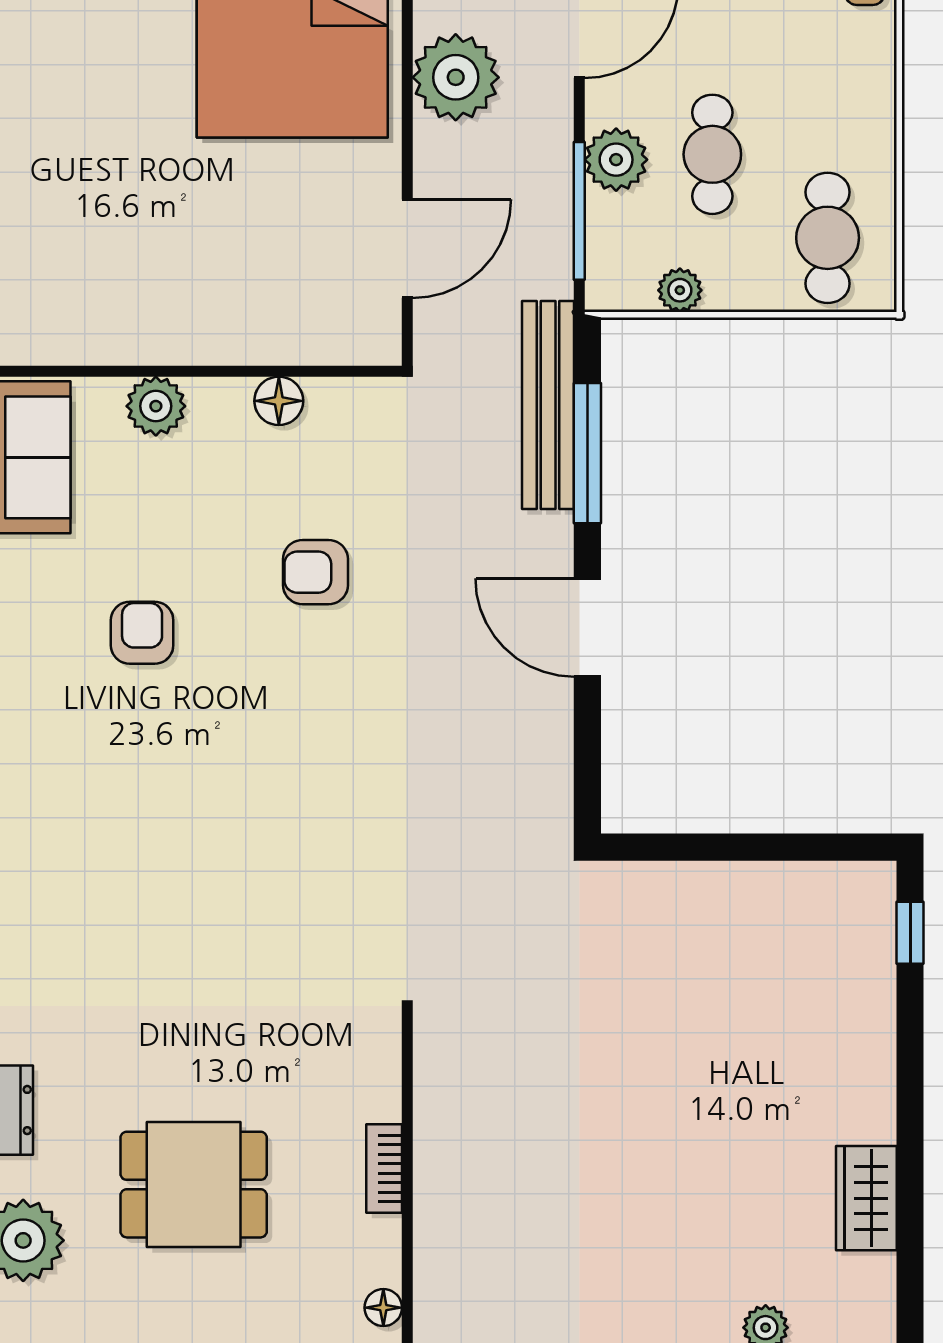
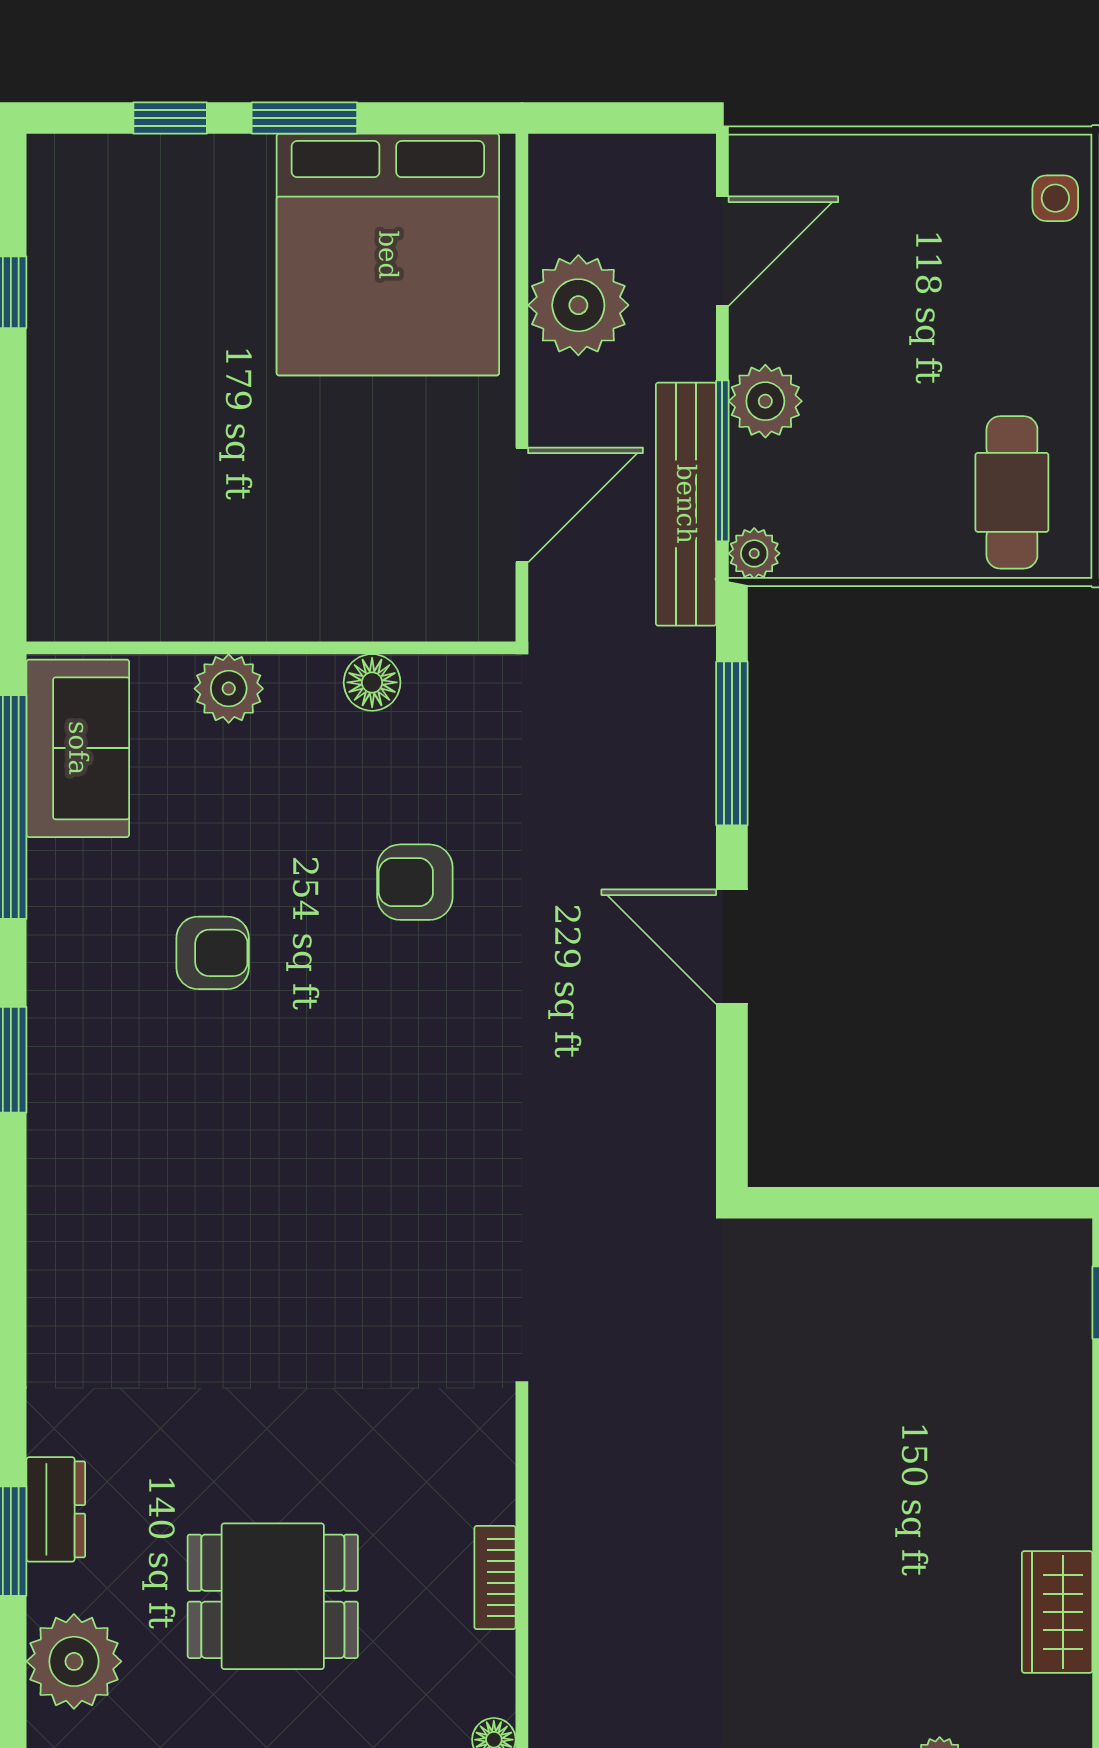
cafe table: (712, 154) -> (878, 395), removed
plant: (680, 290) -> (754, 553), moved
bench: (548, 405) -> (686, 504), moved
armchair: (142, 633) -> (213, 953), turned 90

